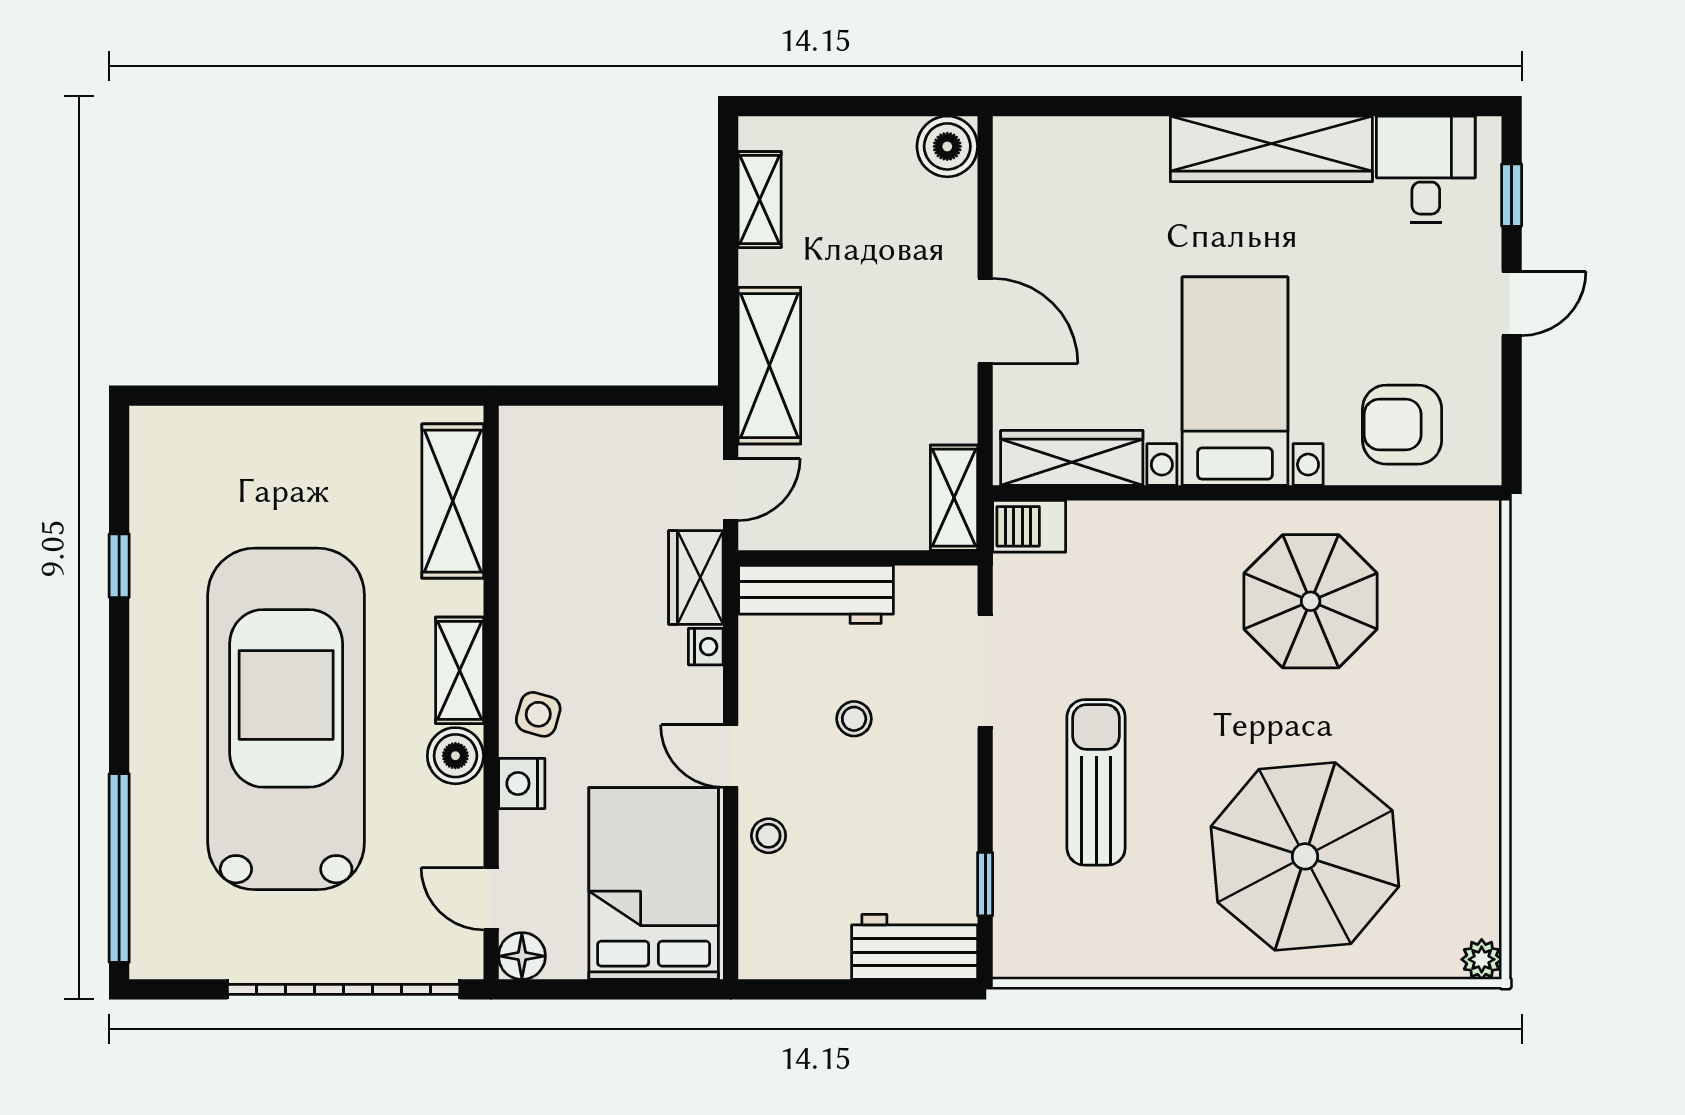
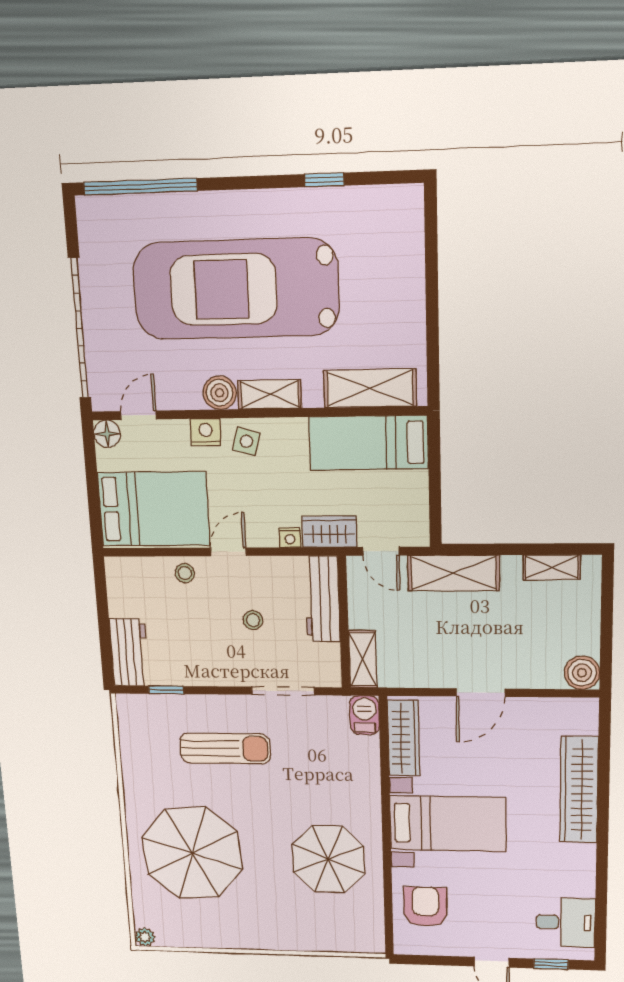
wardrobe: (1271, 149) -> (579, 790), moved
shelving: (954, 498) -> (363, 659), moved, turned 90
bed: (544, 506) -> (368, 443), added
car: (286, 719) -> (236, 289), turned 180

